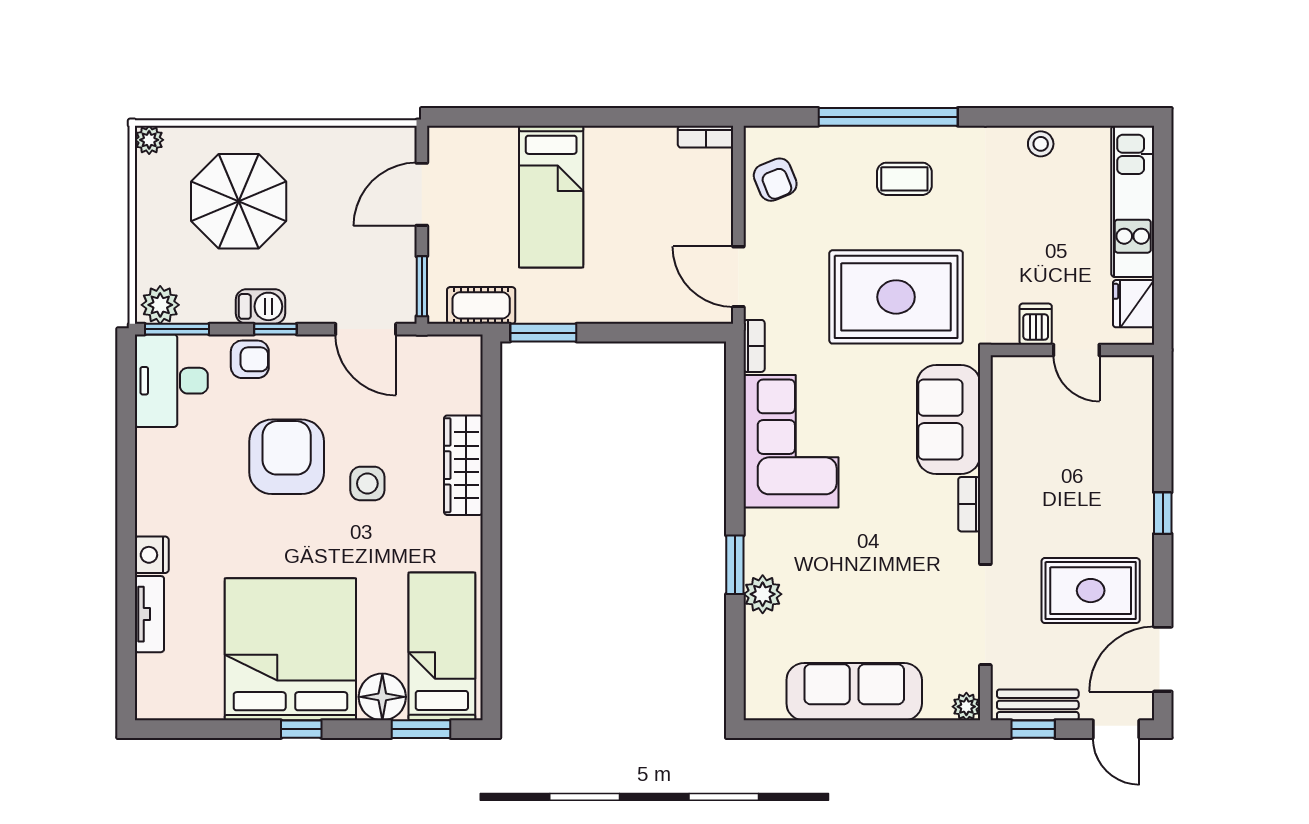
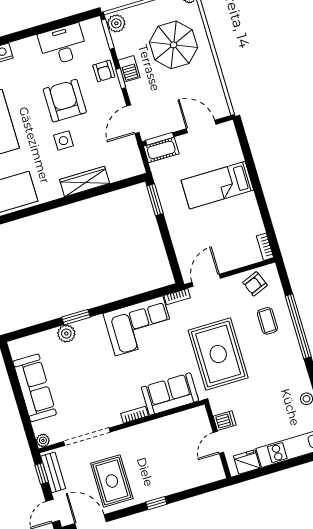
coffee table: (904, 179) -> (267, 321), moved
cot: (481, 305) -> (161, 150), moved, turned 90
desk: (171, 381) -> (63, 45), moved
armchair: (287, 457) -> (65, 101), turned -90

